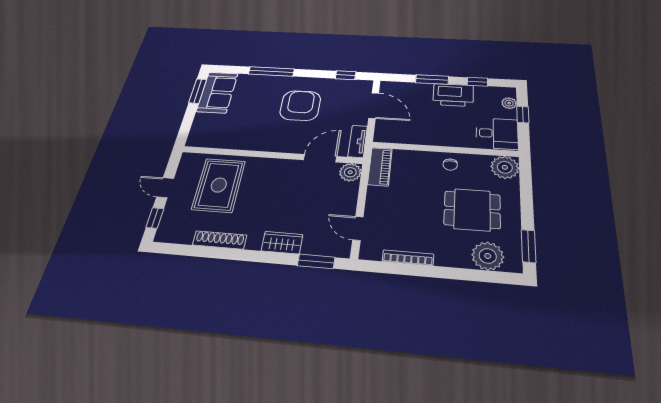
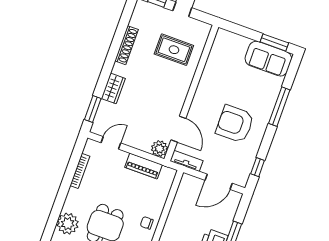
armchair: (300, 105) -> (235, 124), turned 180
piano: (380, 167) -> (143, 166), moved
rug: (219, 185) -> (174, 50), width x0.73, depth x0.70

